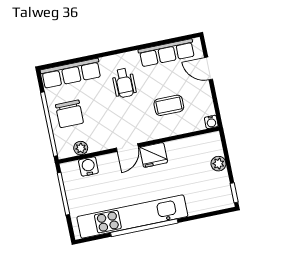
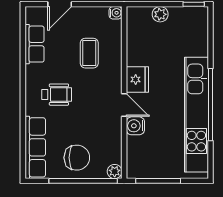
row of seats: (167, 53) -> (34, 44), width x0.68
plant: (81, 148) -> (115, 171), moved
water cooler: (88, 166) -> (135, 126), moved

